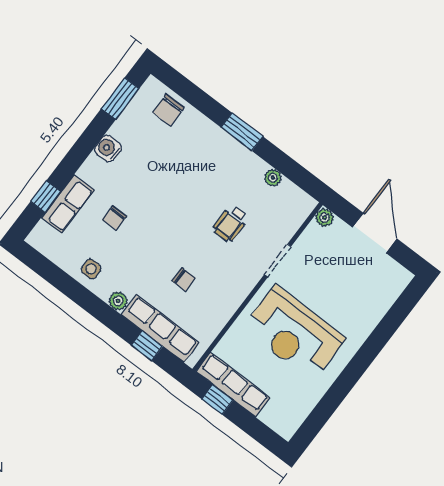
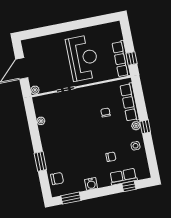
window: (242, 132) -> (40, 161), moved
wheelchair: (230, 224) -> (71, 118), removed
window: (147, 346) -> (145, 127), moved

